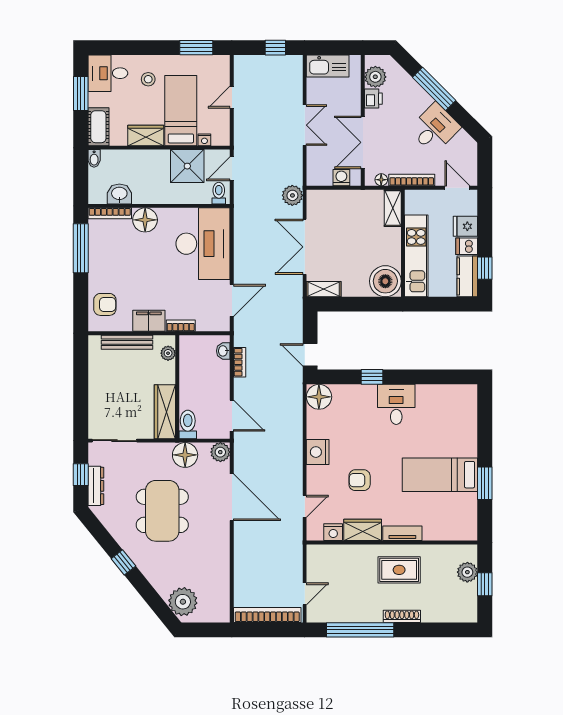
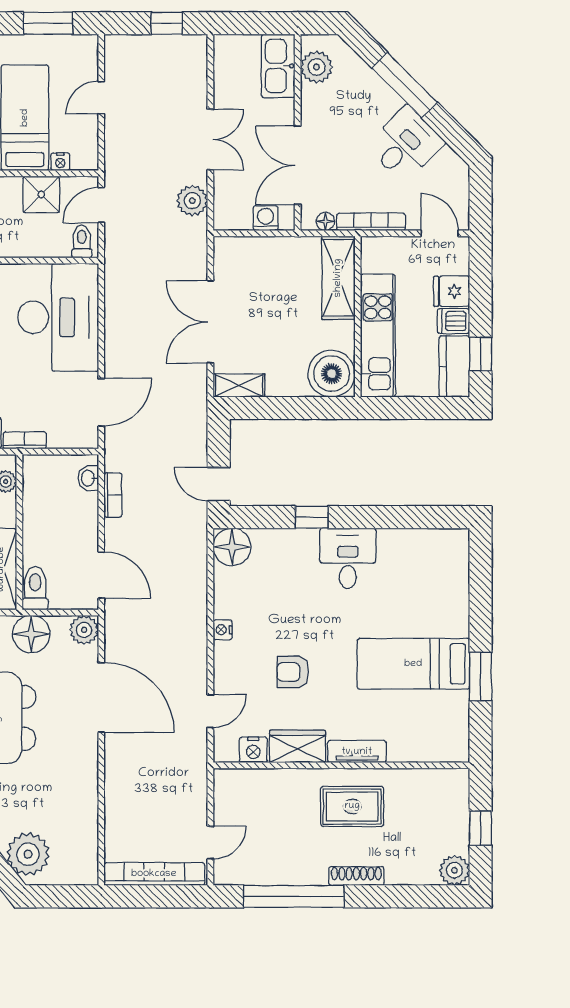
kitchen sink: (328, 66) -> (278, 66), moved, turned 90
printer: (373, 99) -> (314, 100), removed
shower: (187, 166) -> (41, 194), width x0.73, depth x0.73
plant: (292, 195) -> (192, 201), moved
shelving: (393, 208) -> (338, 278), width x1.50, depth x1.33
nightstand: (318, 452) -> (223, 630), width x0.53, depth x0.56
plant: (467, 572) -> (454, 870), moved

